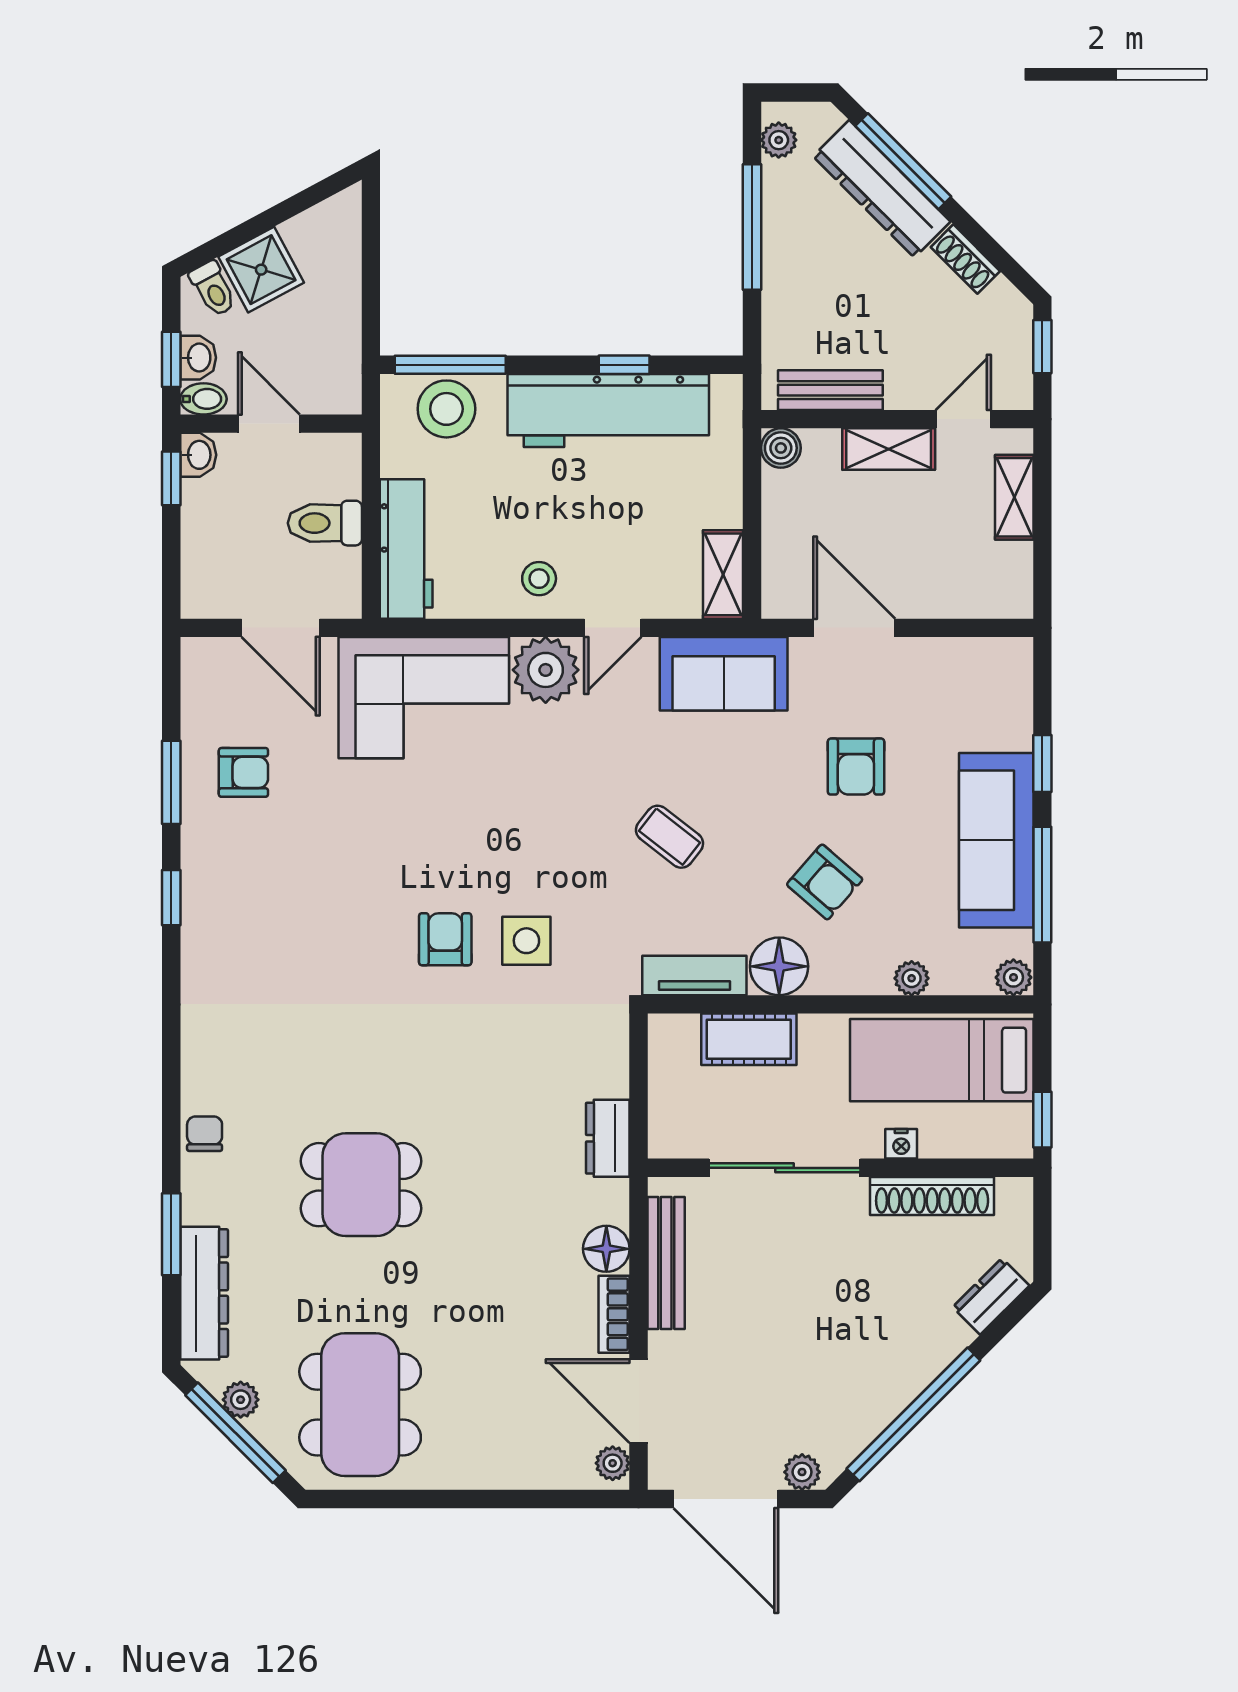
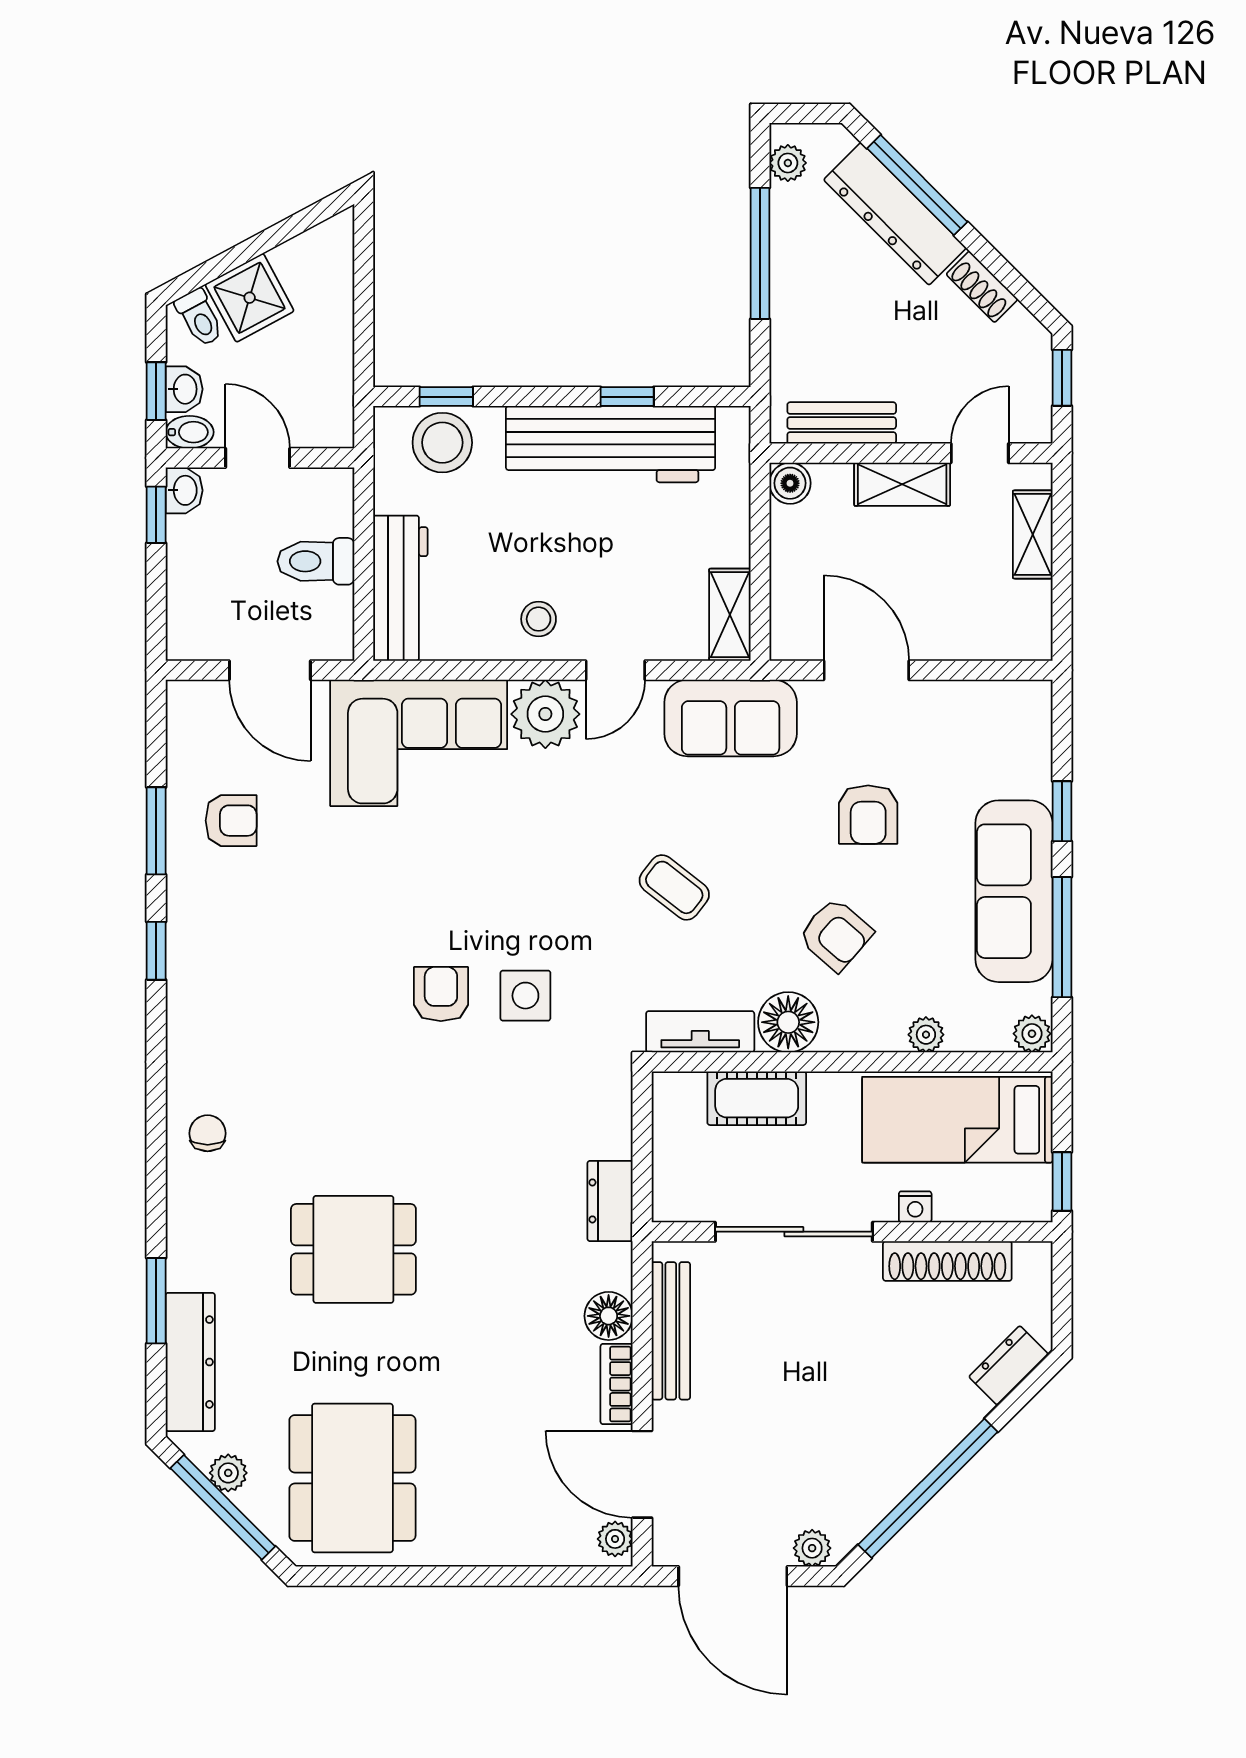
window: (450, 365) -> (446, 397), width x0.46
chair: (205, 1134) -> (208, 1133), moved

